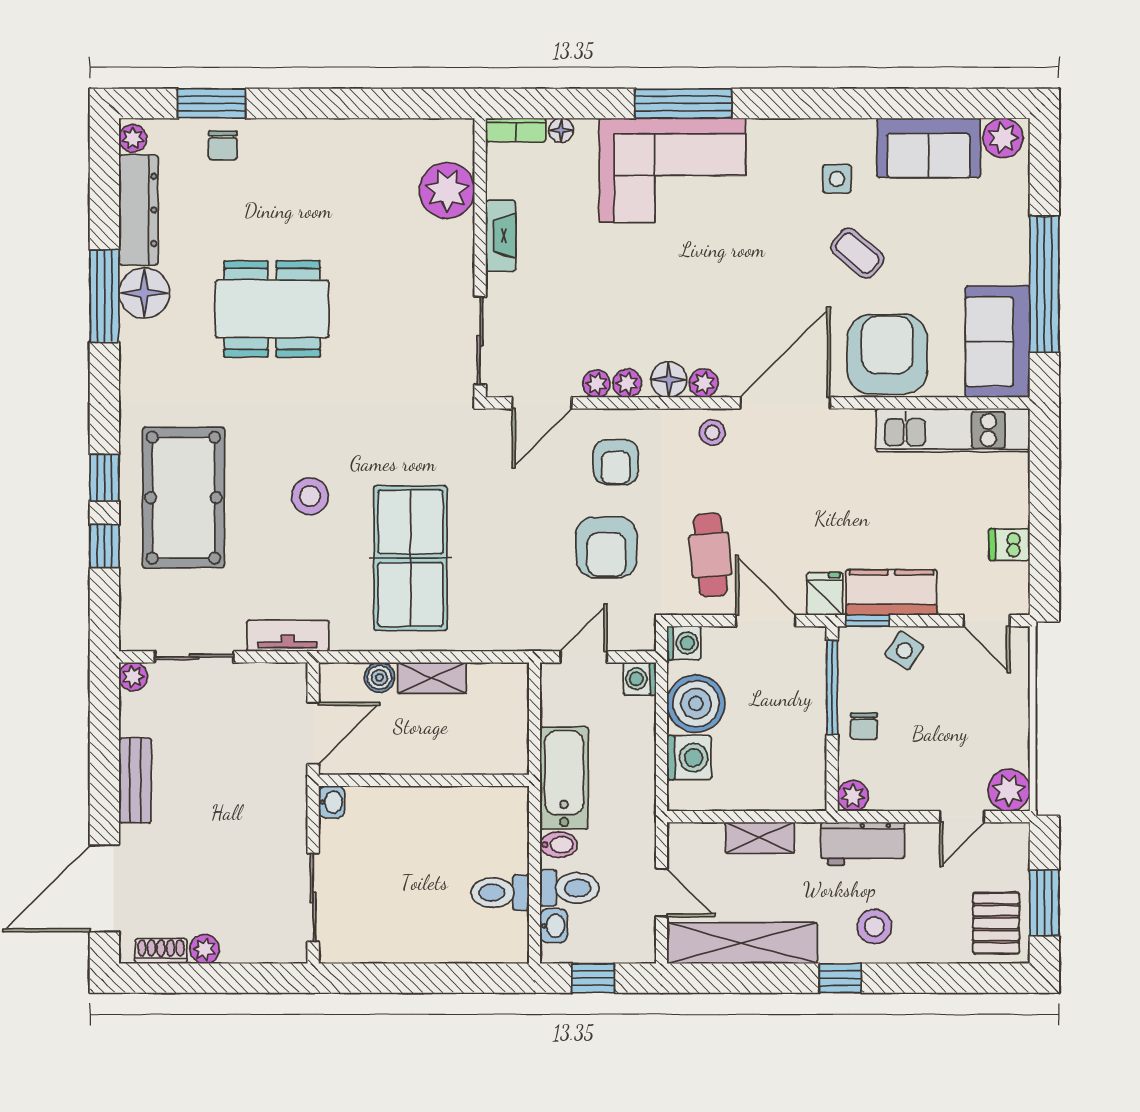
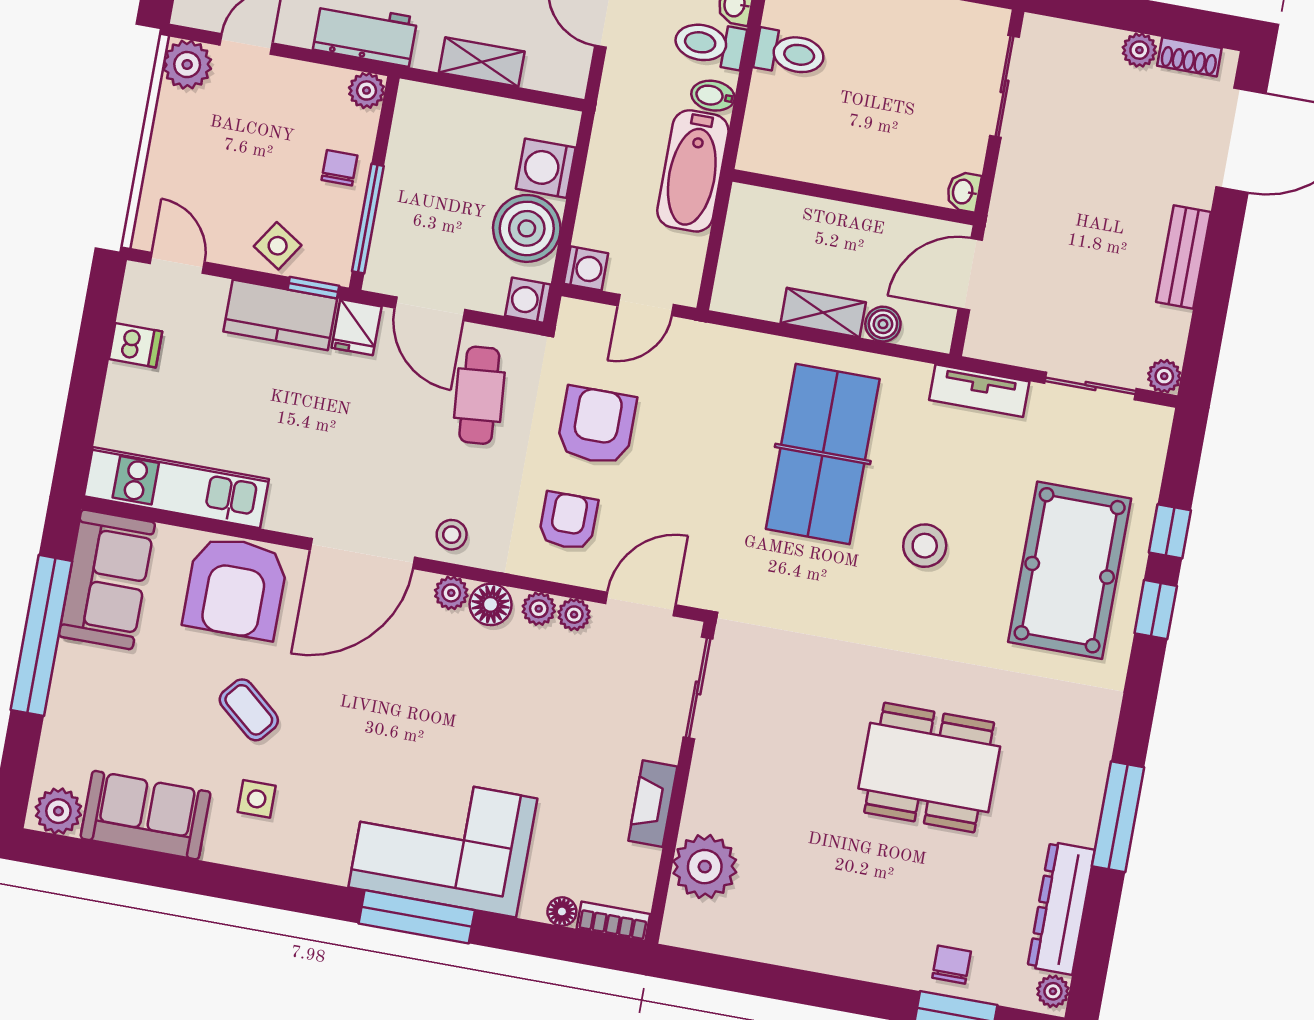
floor lamp: (144, 293) -> (1072, 812), removed

